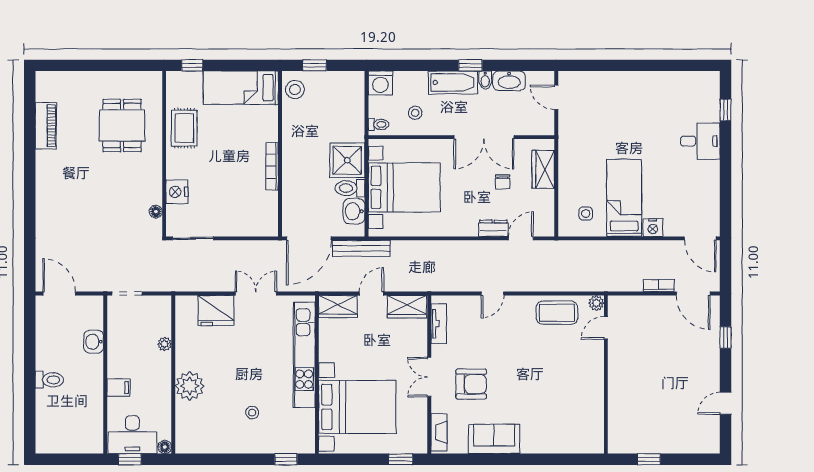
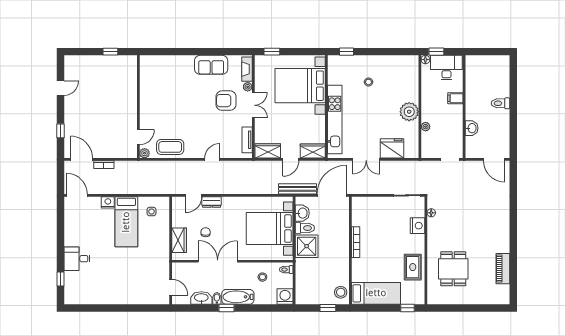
plant: (190, 386) -> (409, 112), moved
plant: (438, 405) -> (248, 87), added
window: (130, 459) -> (436, 52), moved

